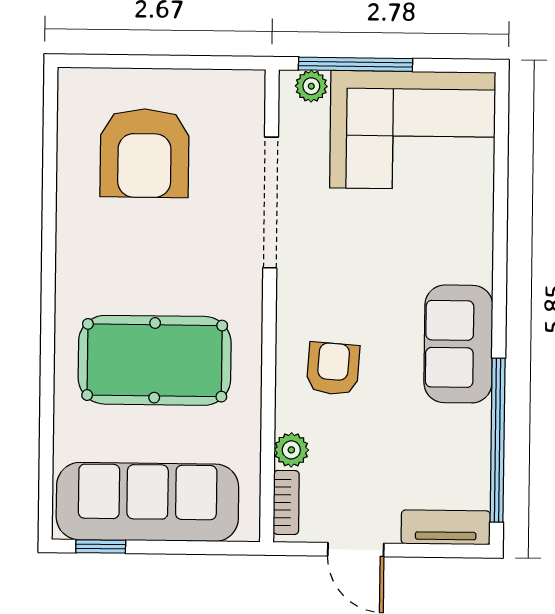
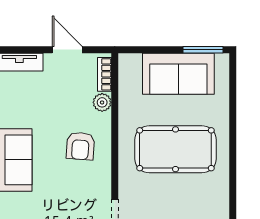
sofa: (147, 502) -> (178, 74), width x0.73
window: (101, 546) -> (203, 50), width x1.50

